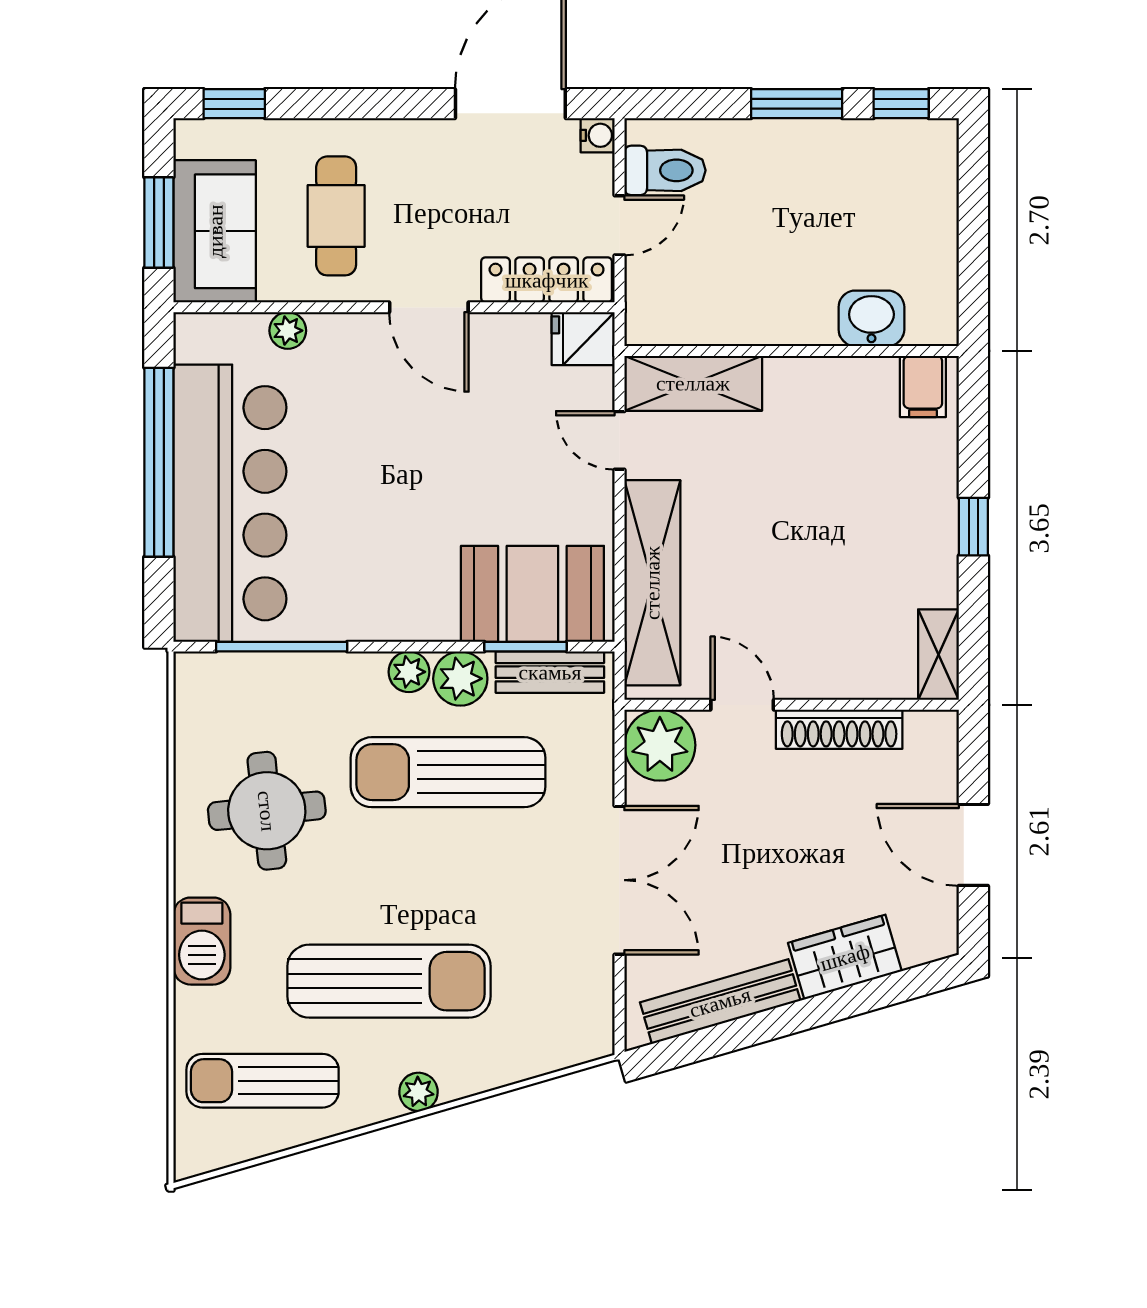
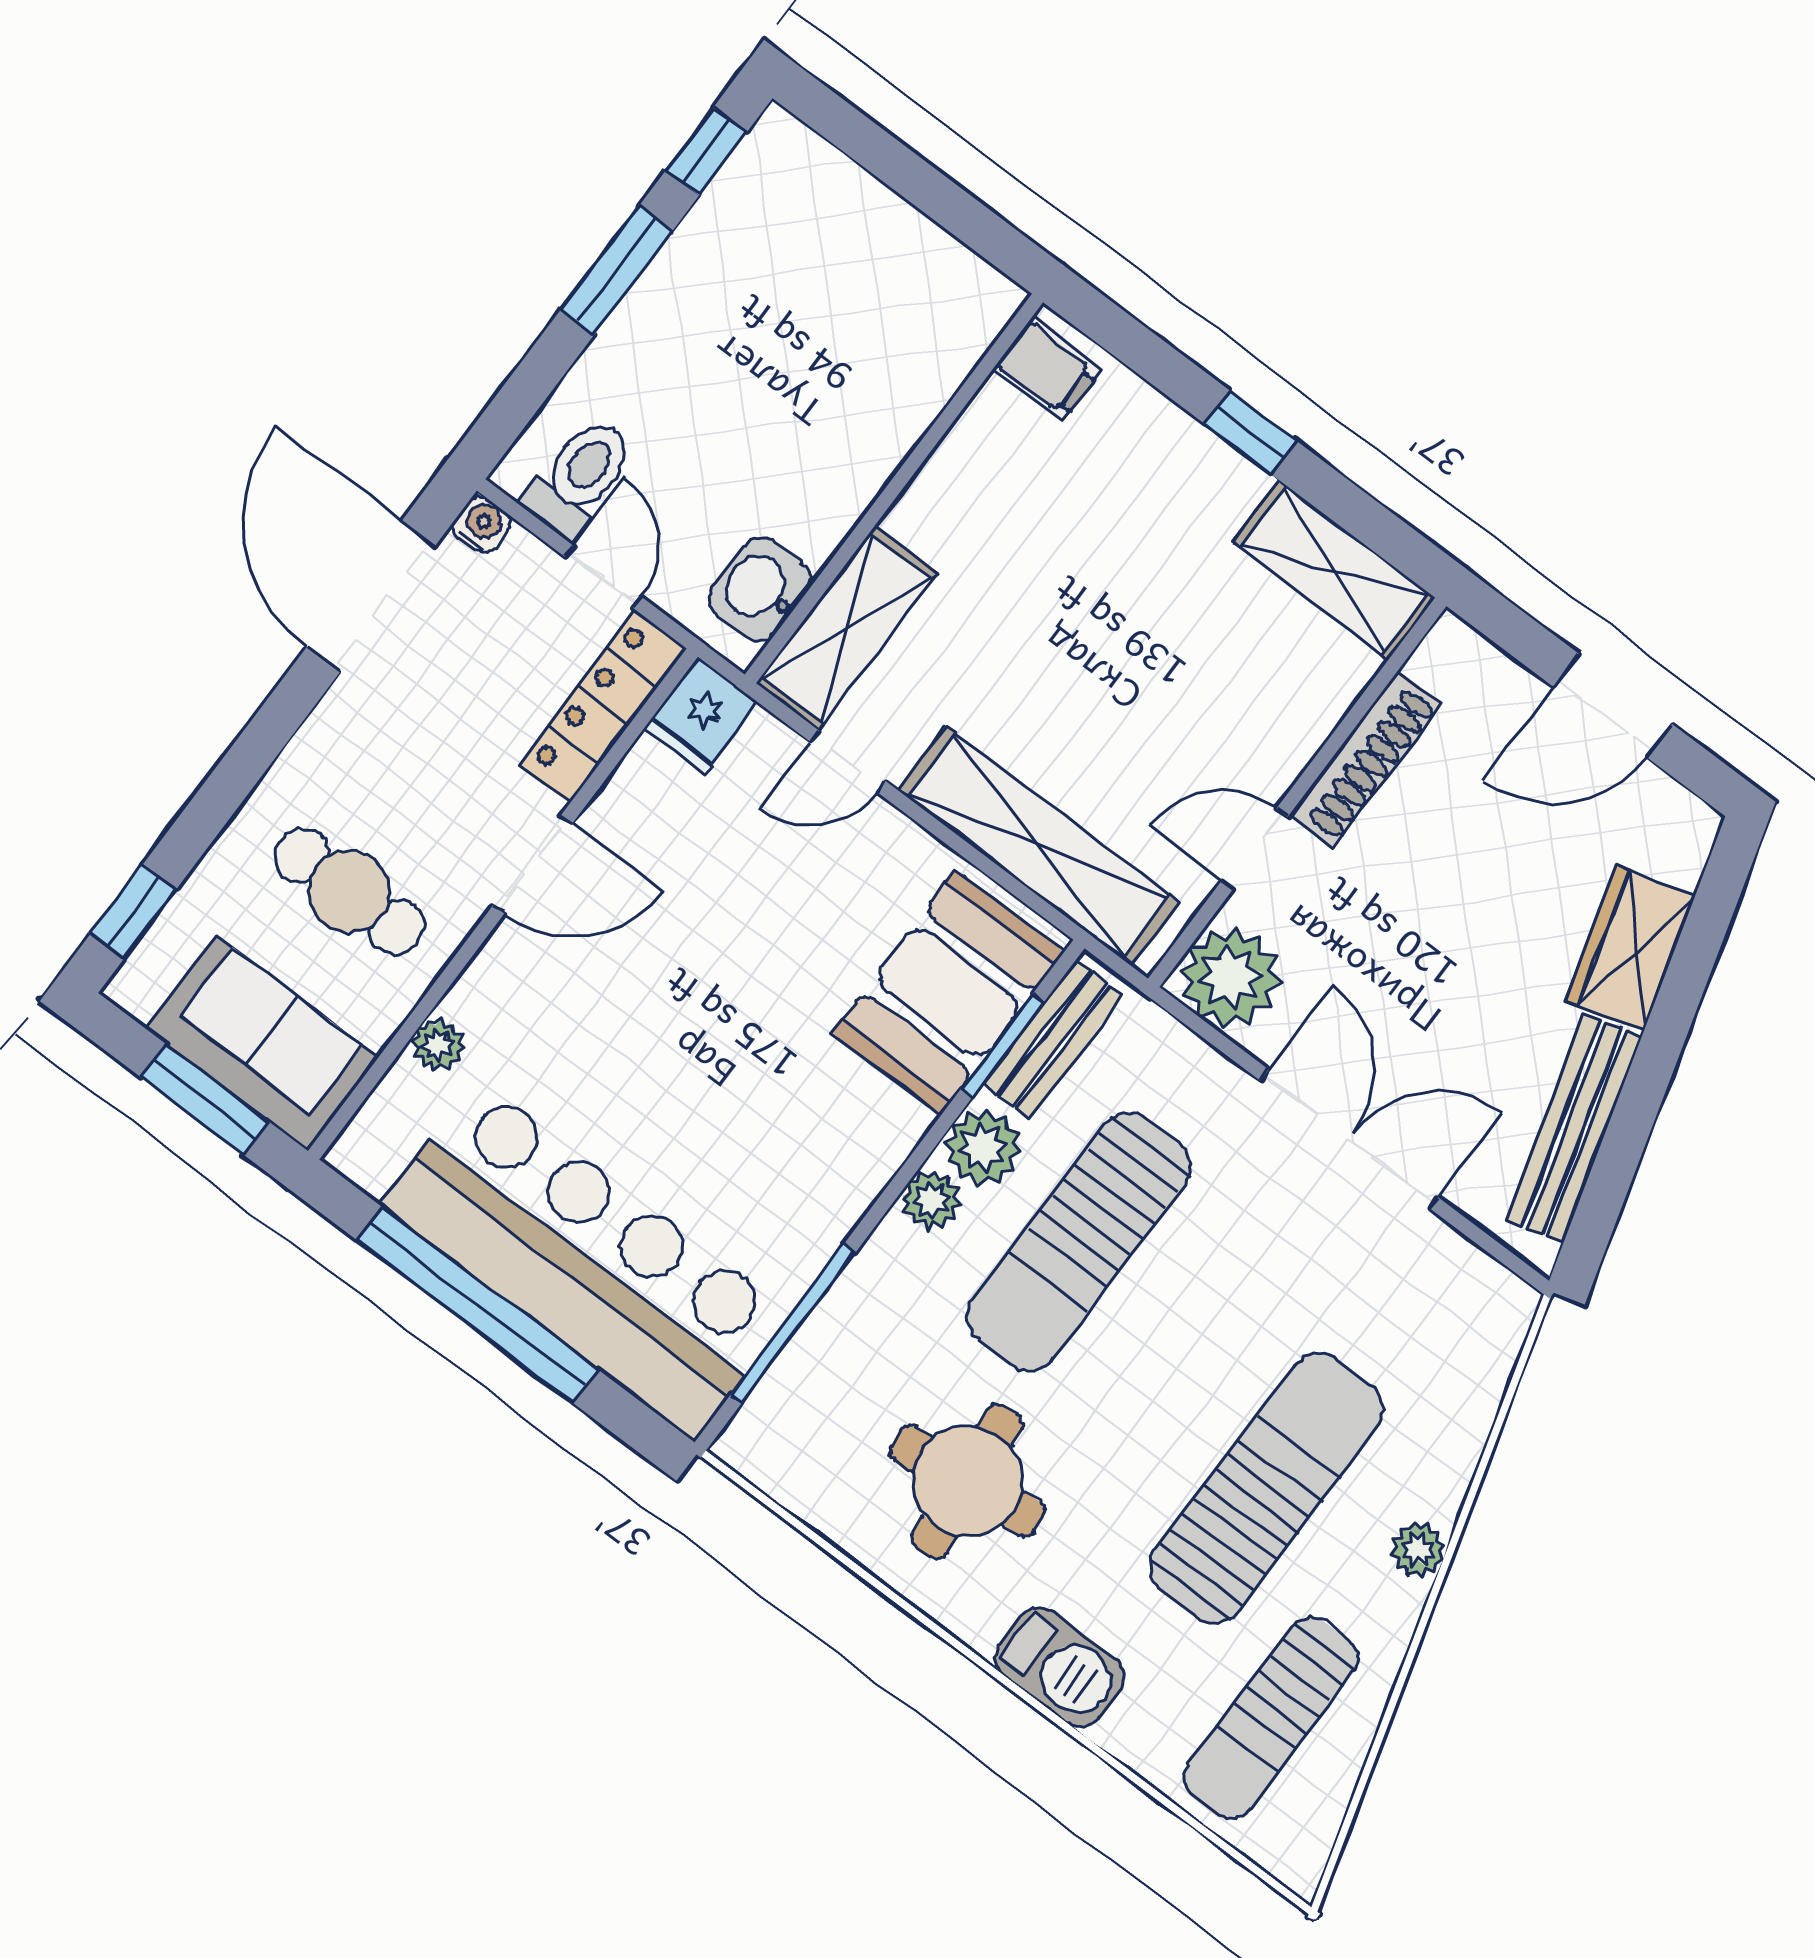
washbasin: (871, 318) -> (760, 589), moved
shelving: (938, 655) -> (1334, 570), width x1.50, depth x1.33

